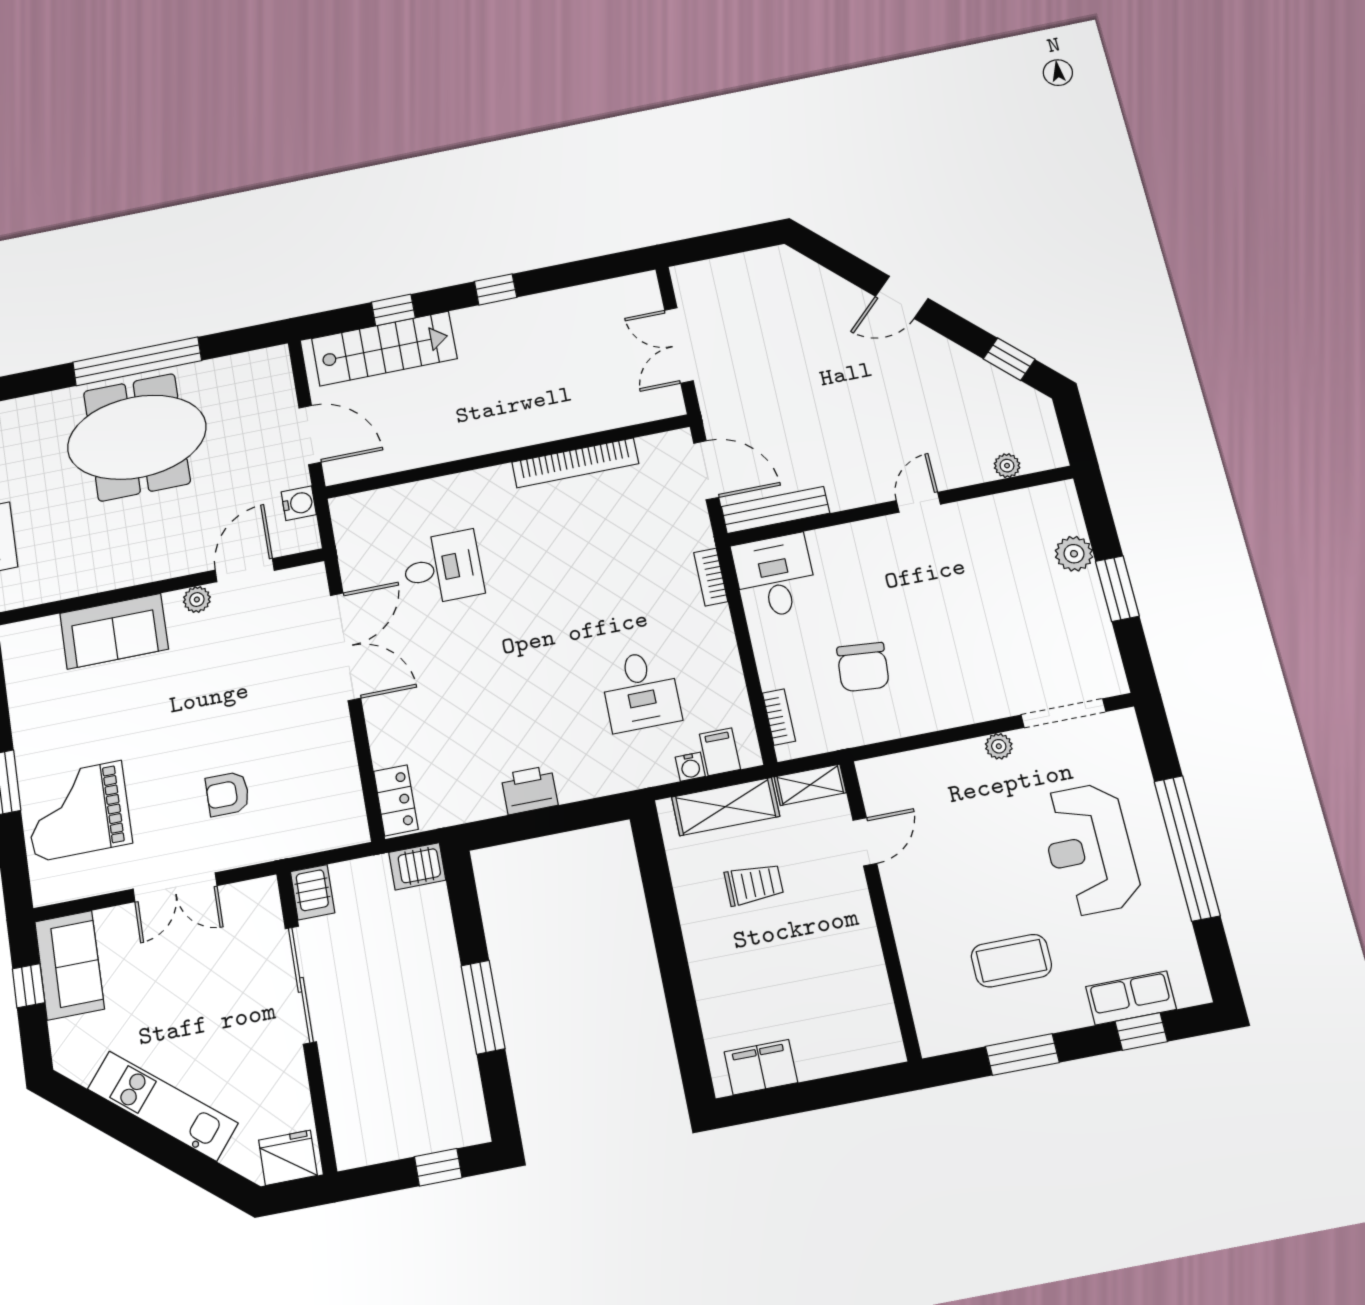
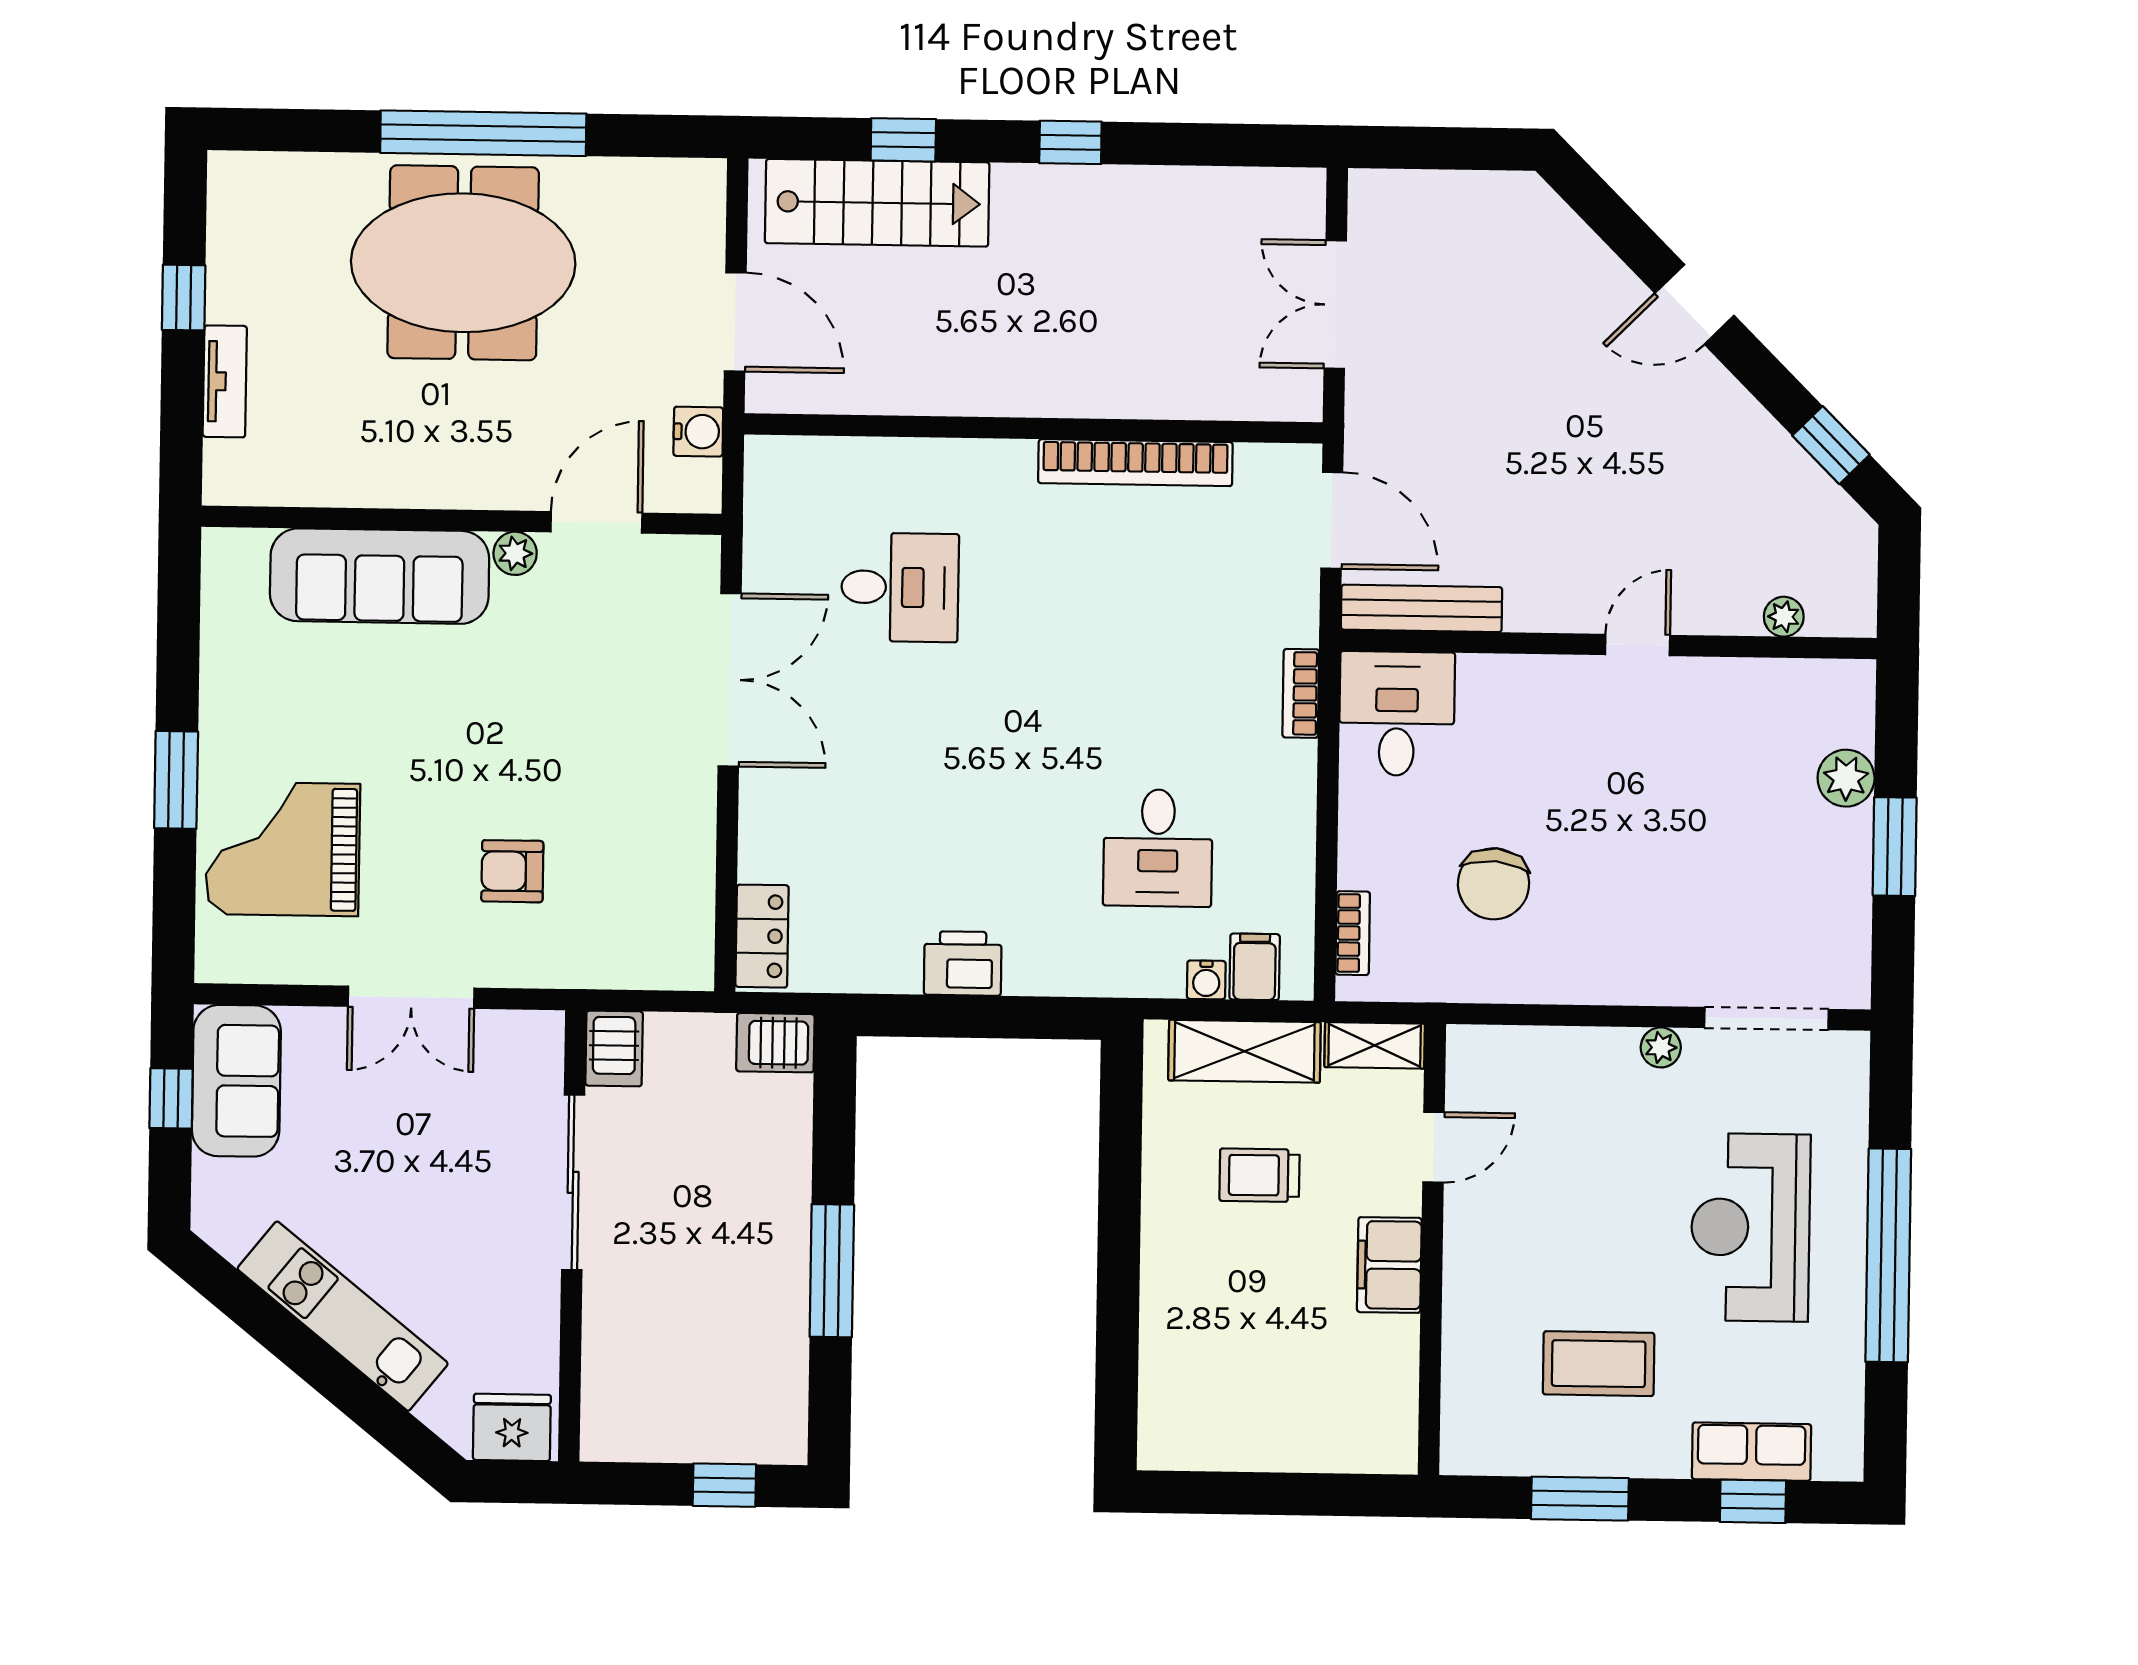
sofa: (114, 631) -> (380, 576), width x1.36
trolley: (754, 884) -> (1259, 1175), turned 180
filing cabinet: (761, 1067) -> (1389, 1265), moved, turned -90

